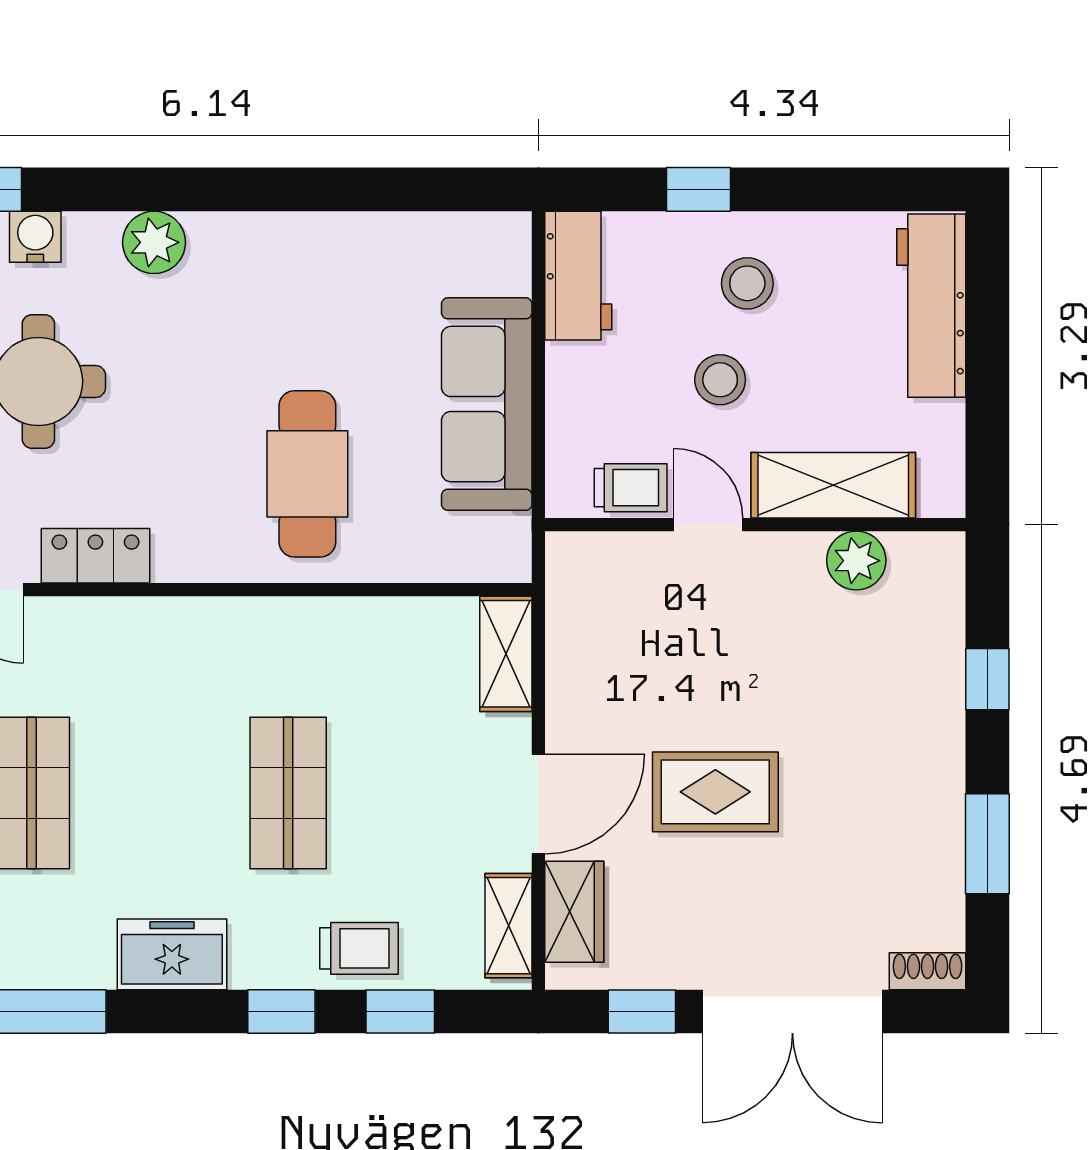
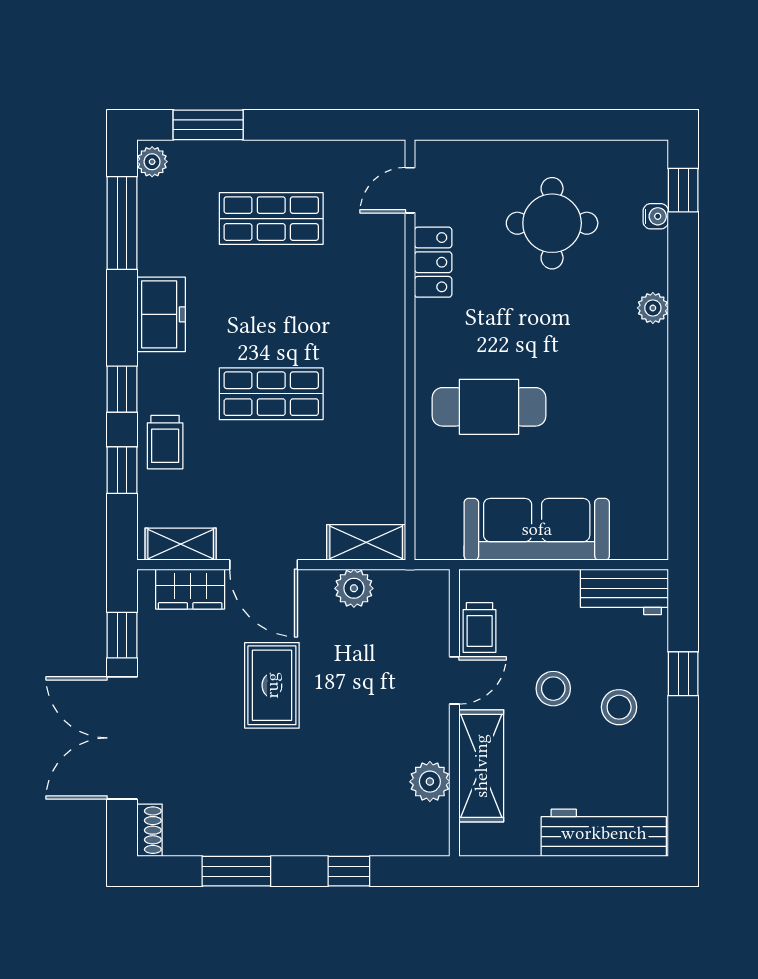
water cooler: (35, 237) -> (656, 216), width x0.72, depth x0.72
plant: (154, 242) -> (653, 308), width x0.73, depth x0.73
plant: (573, 672) -> (354, 588), added

